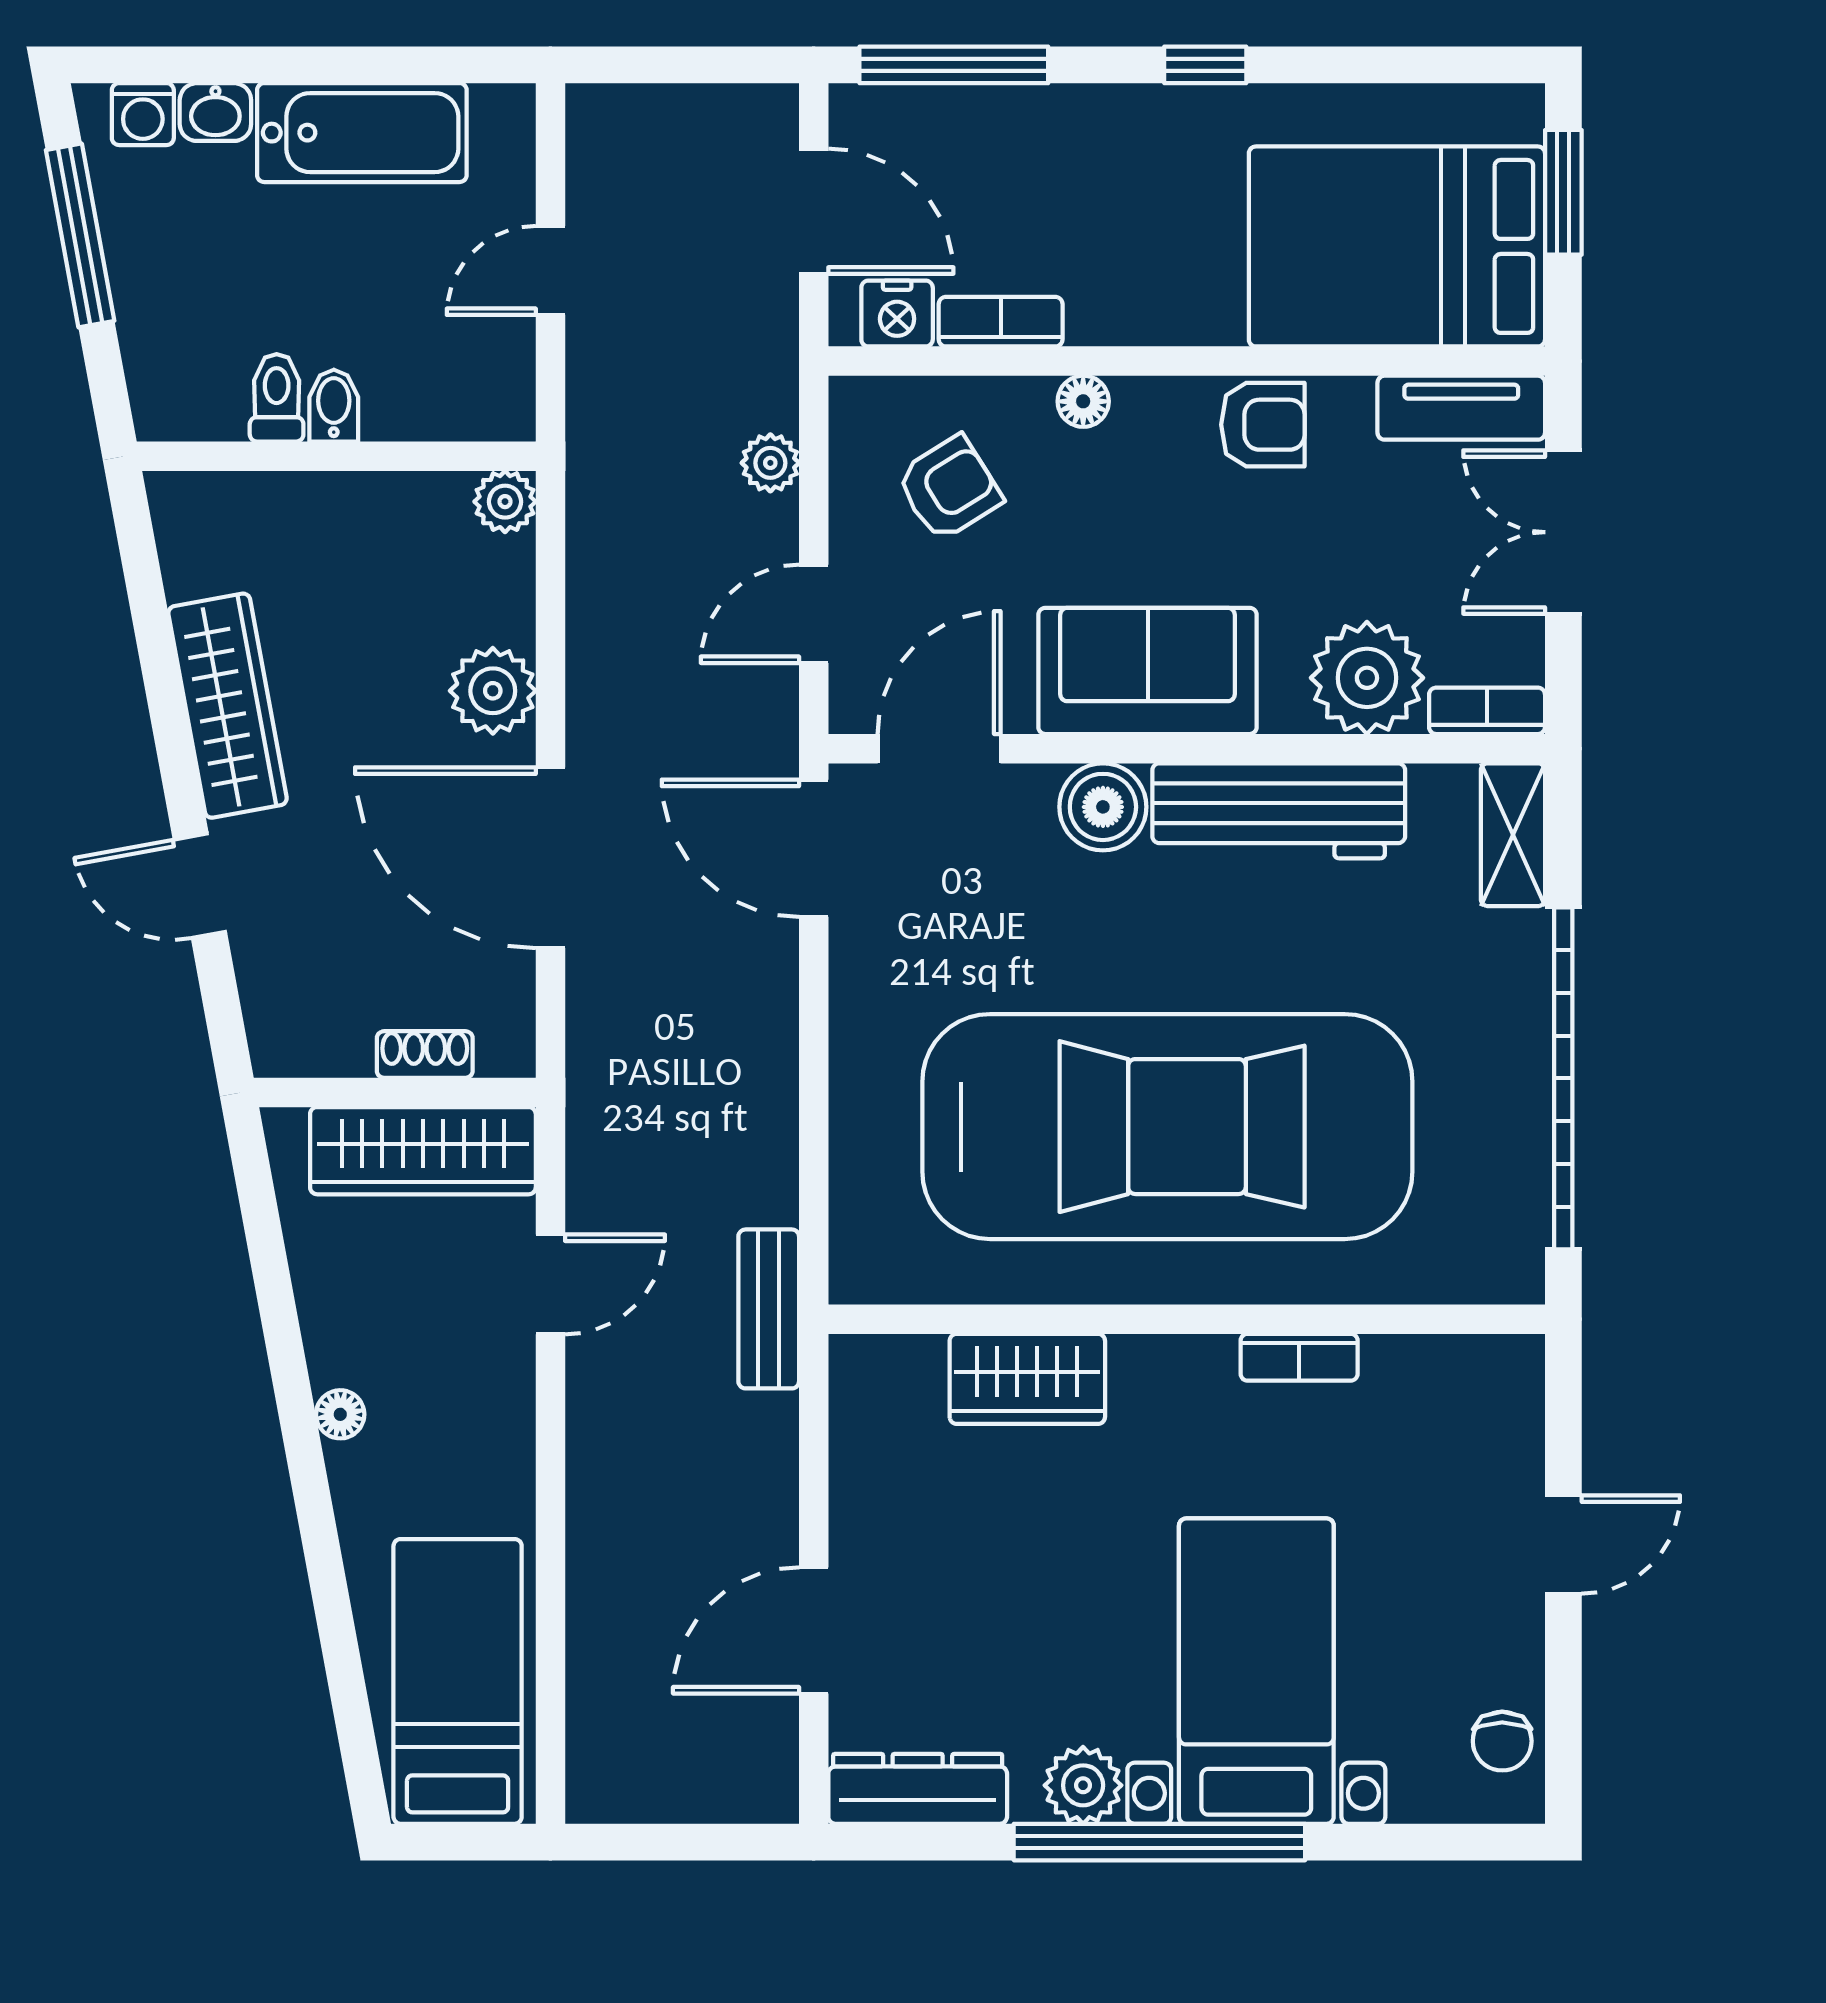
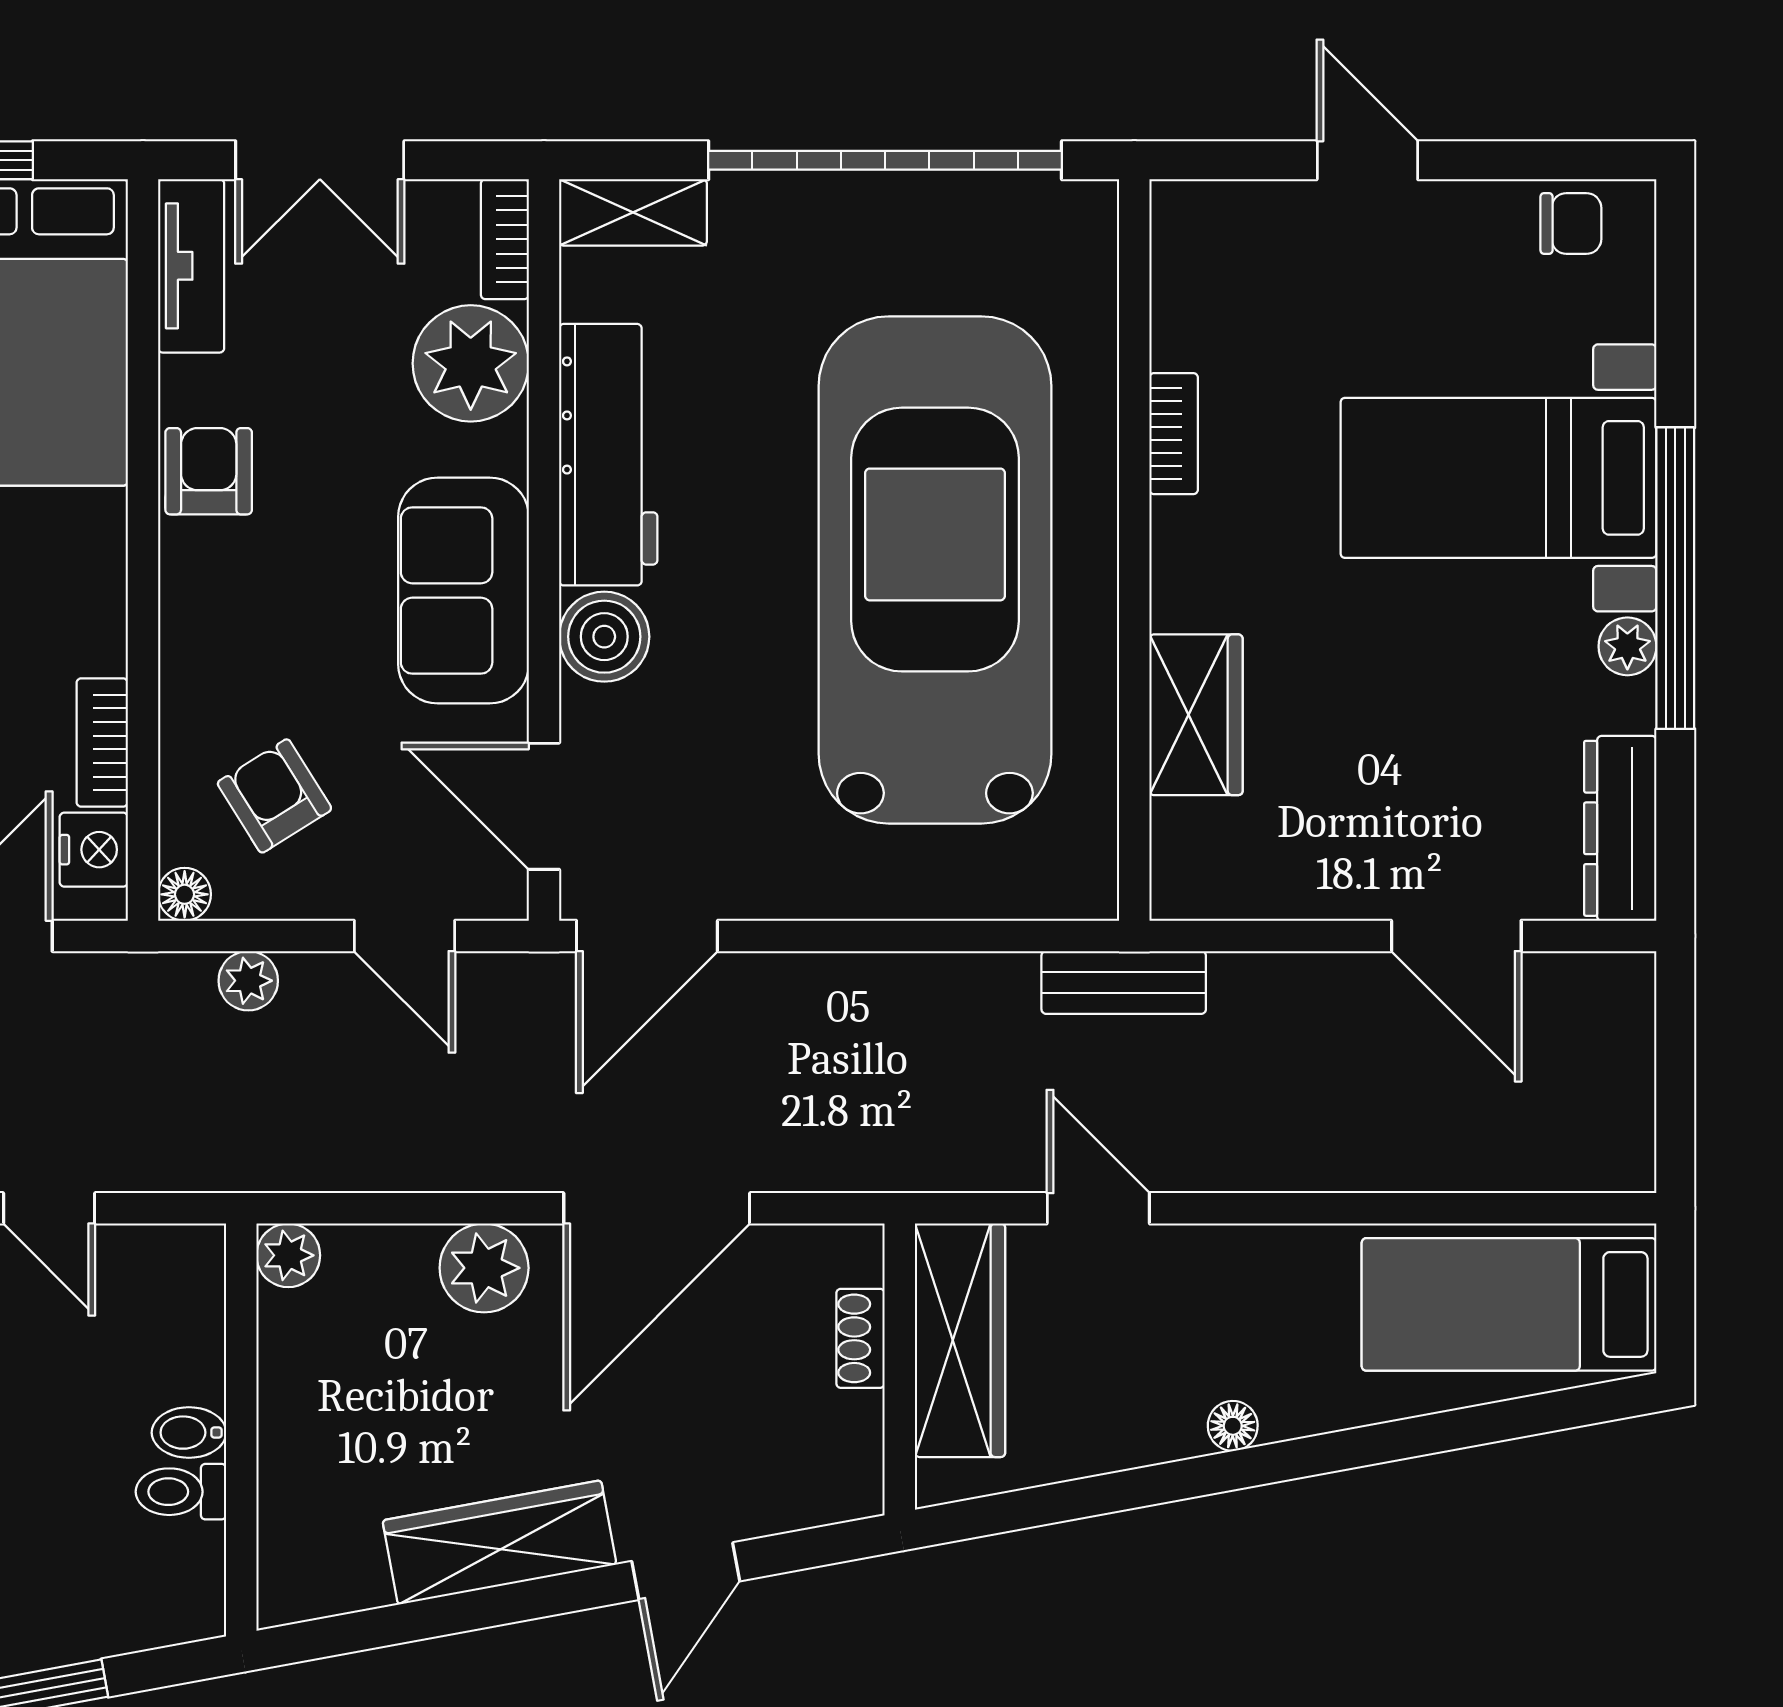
floor lamp: (1083, 401) -> (185, 894), moved
plant: (1083, 1785) -> (1627, 646), width x0.73, depth x0.73

